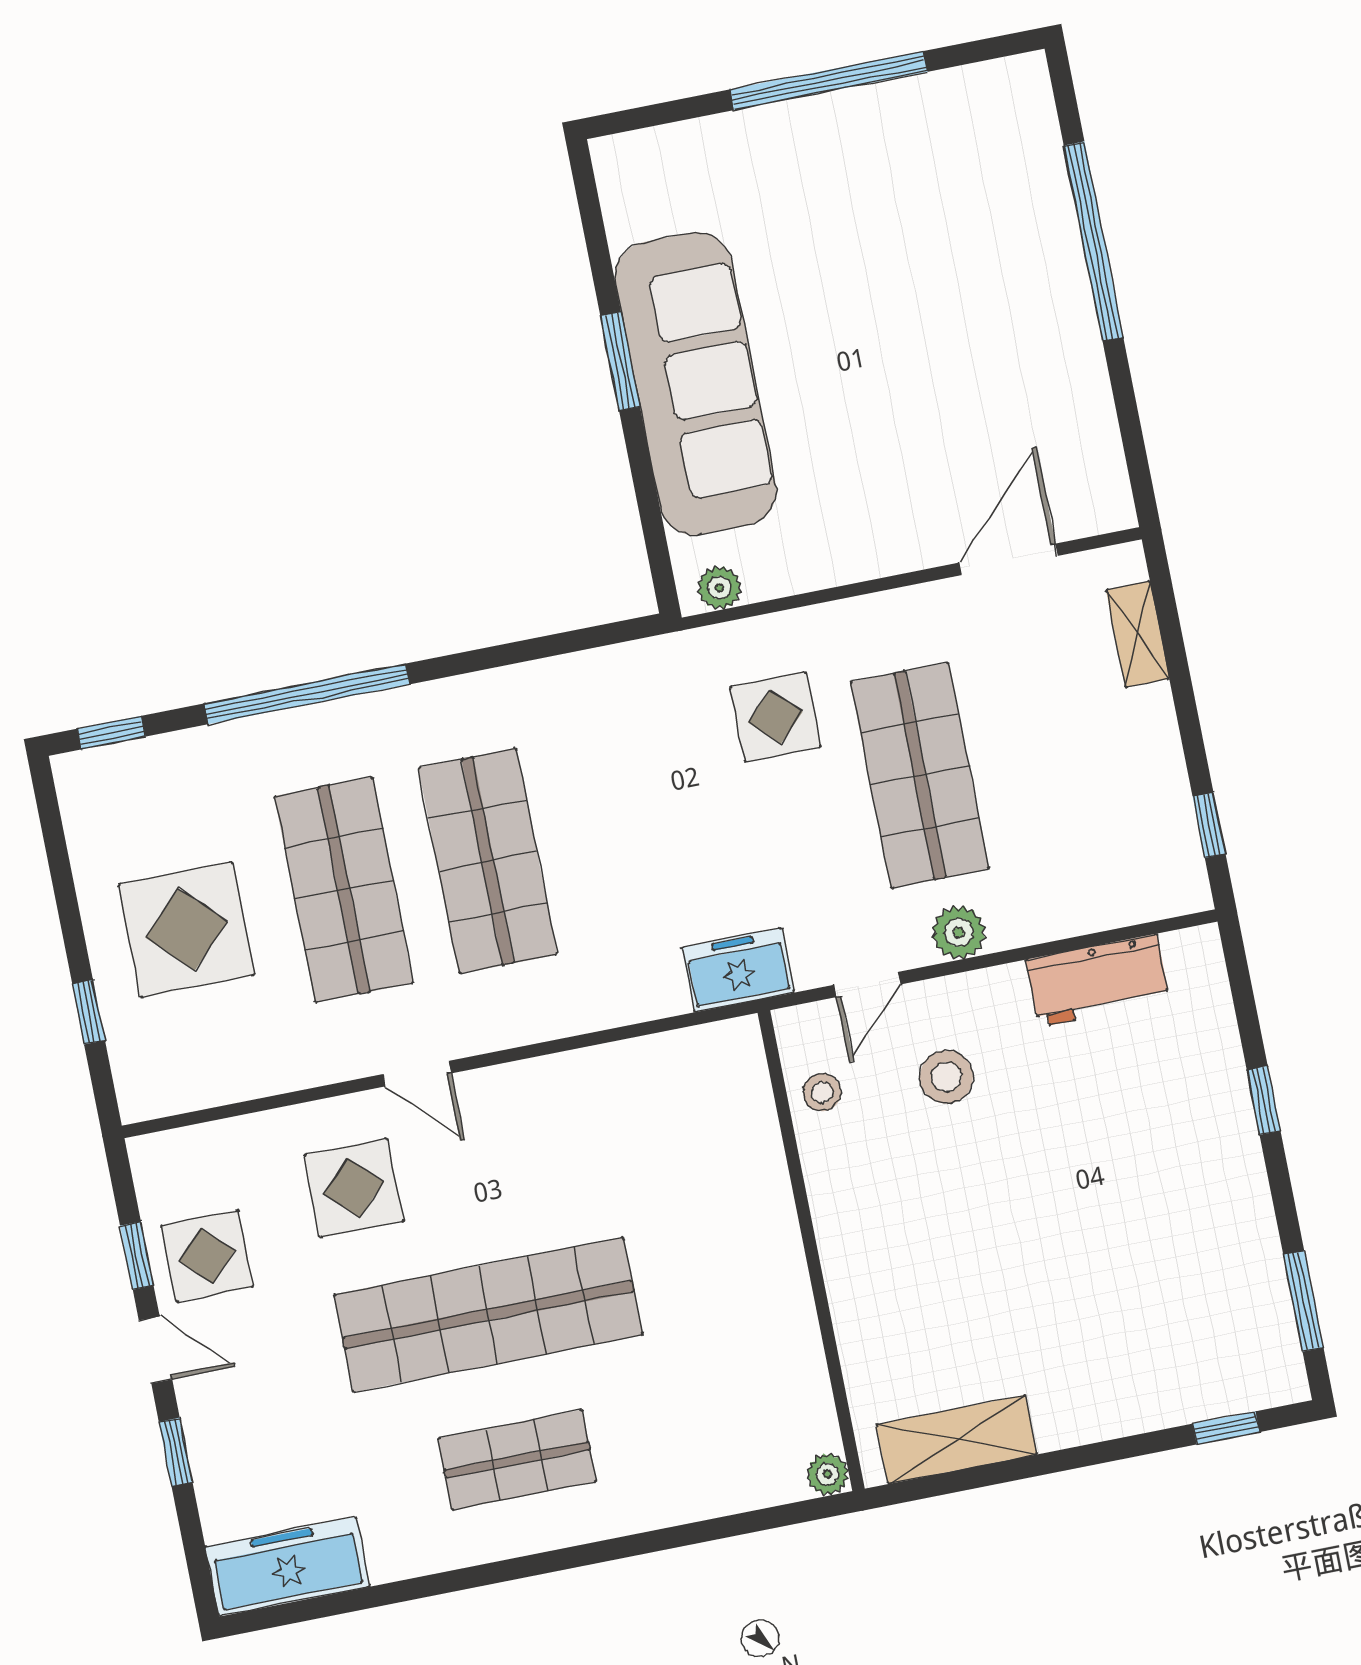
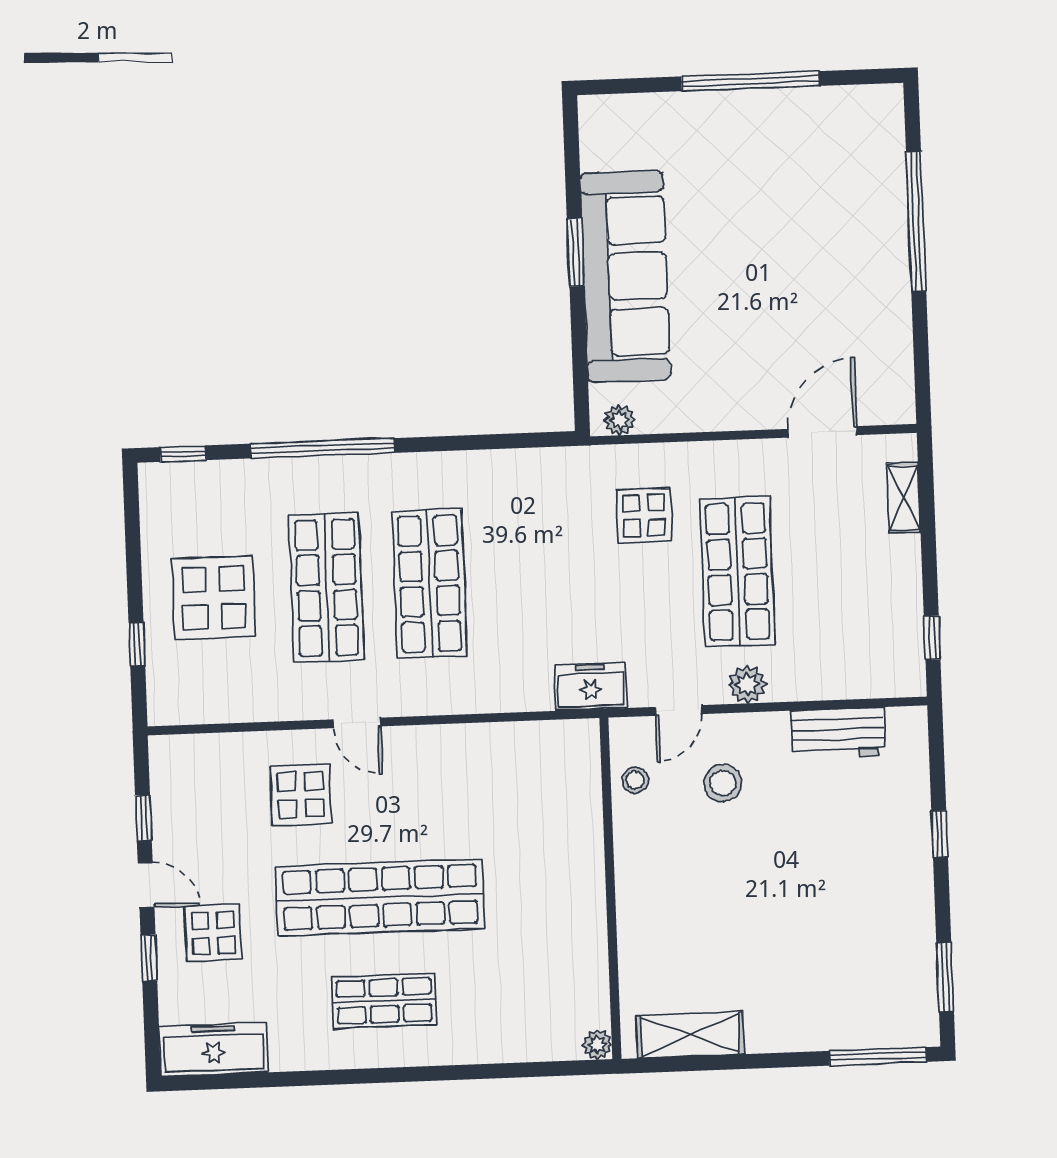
display table: (207, 1256) -> (213, 933), moved
window: (1226, 1428) -> (878, 1056), width x2.17

